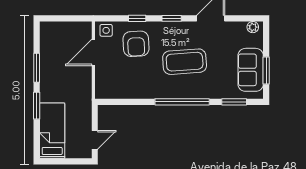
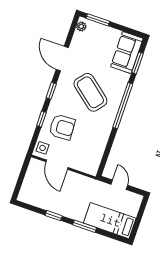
coffee table: (185, 62) -> (90, 92), turned -47
window: (37, 68) -> (54, 216), width x0.67
sofa: (251, 70) -> (127, 52), moved, turned 90
window: (266, 70) -> (98, 20), moved
door: (95, 140) -> (119, 185), moved

